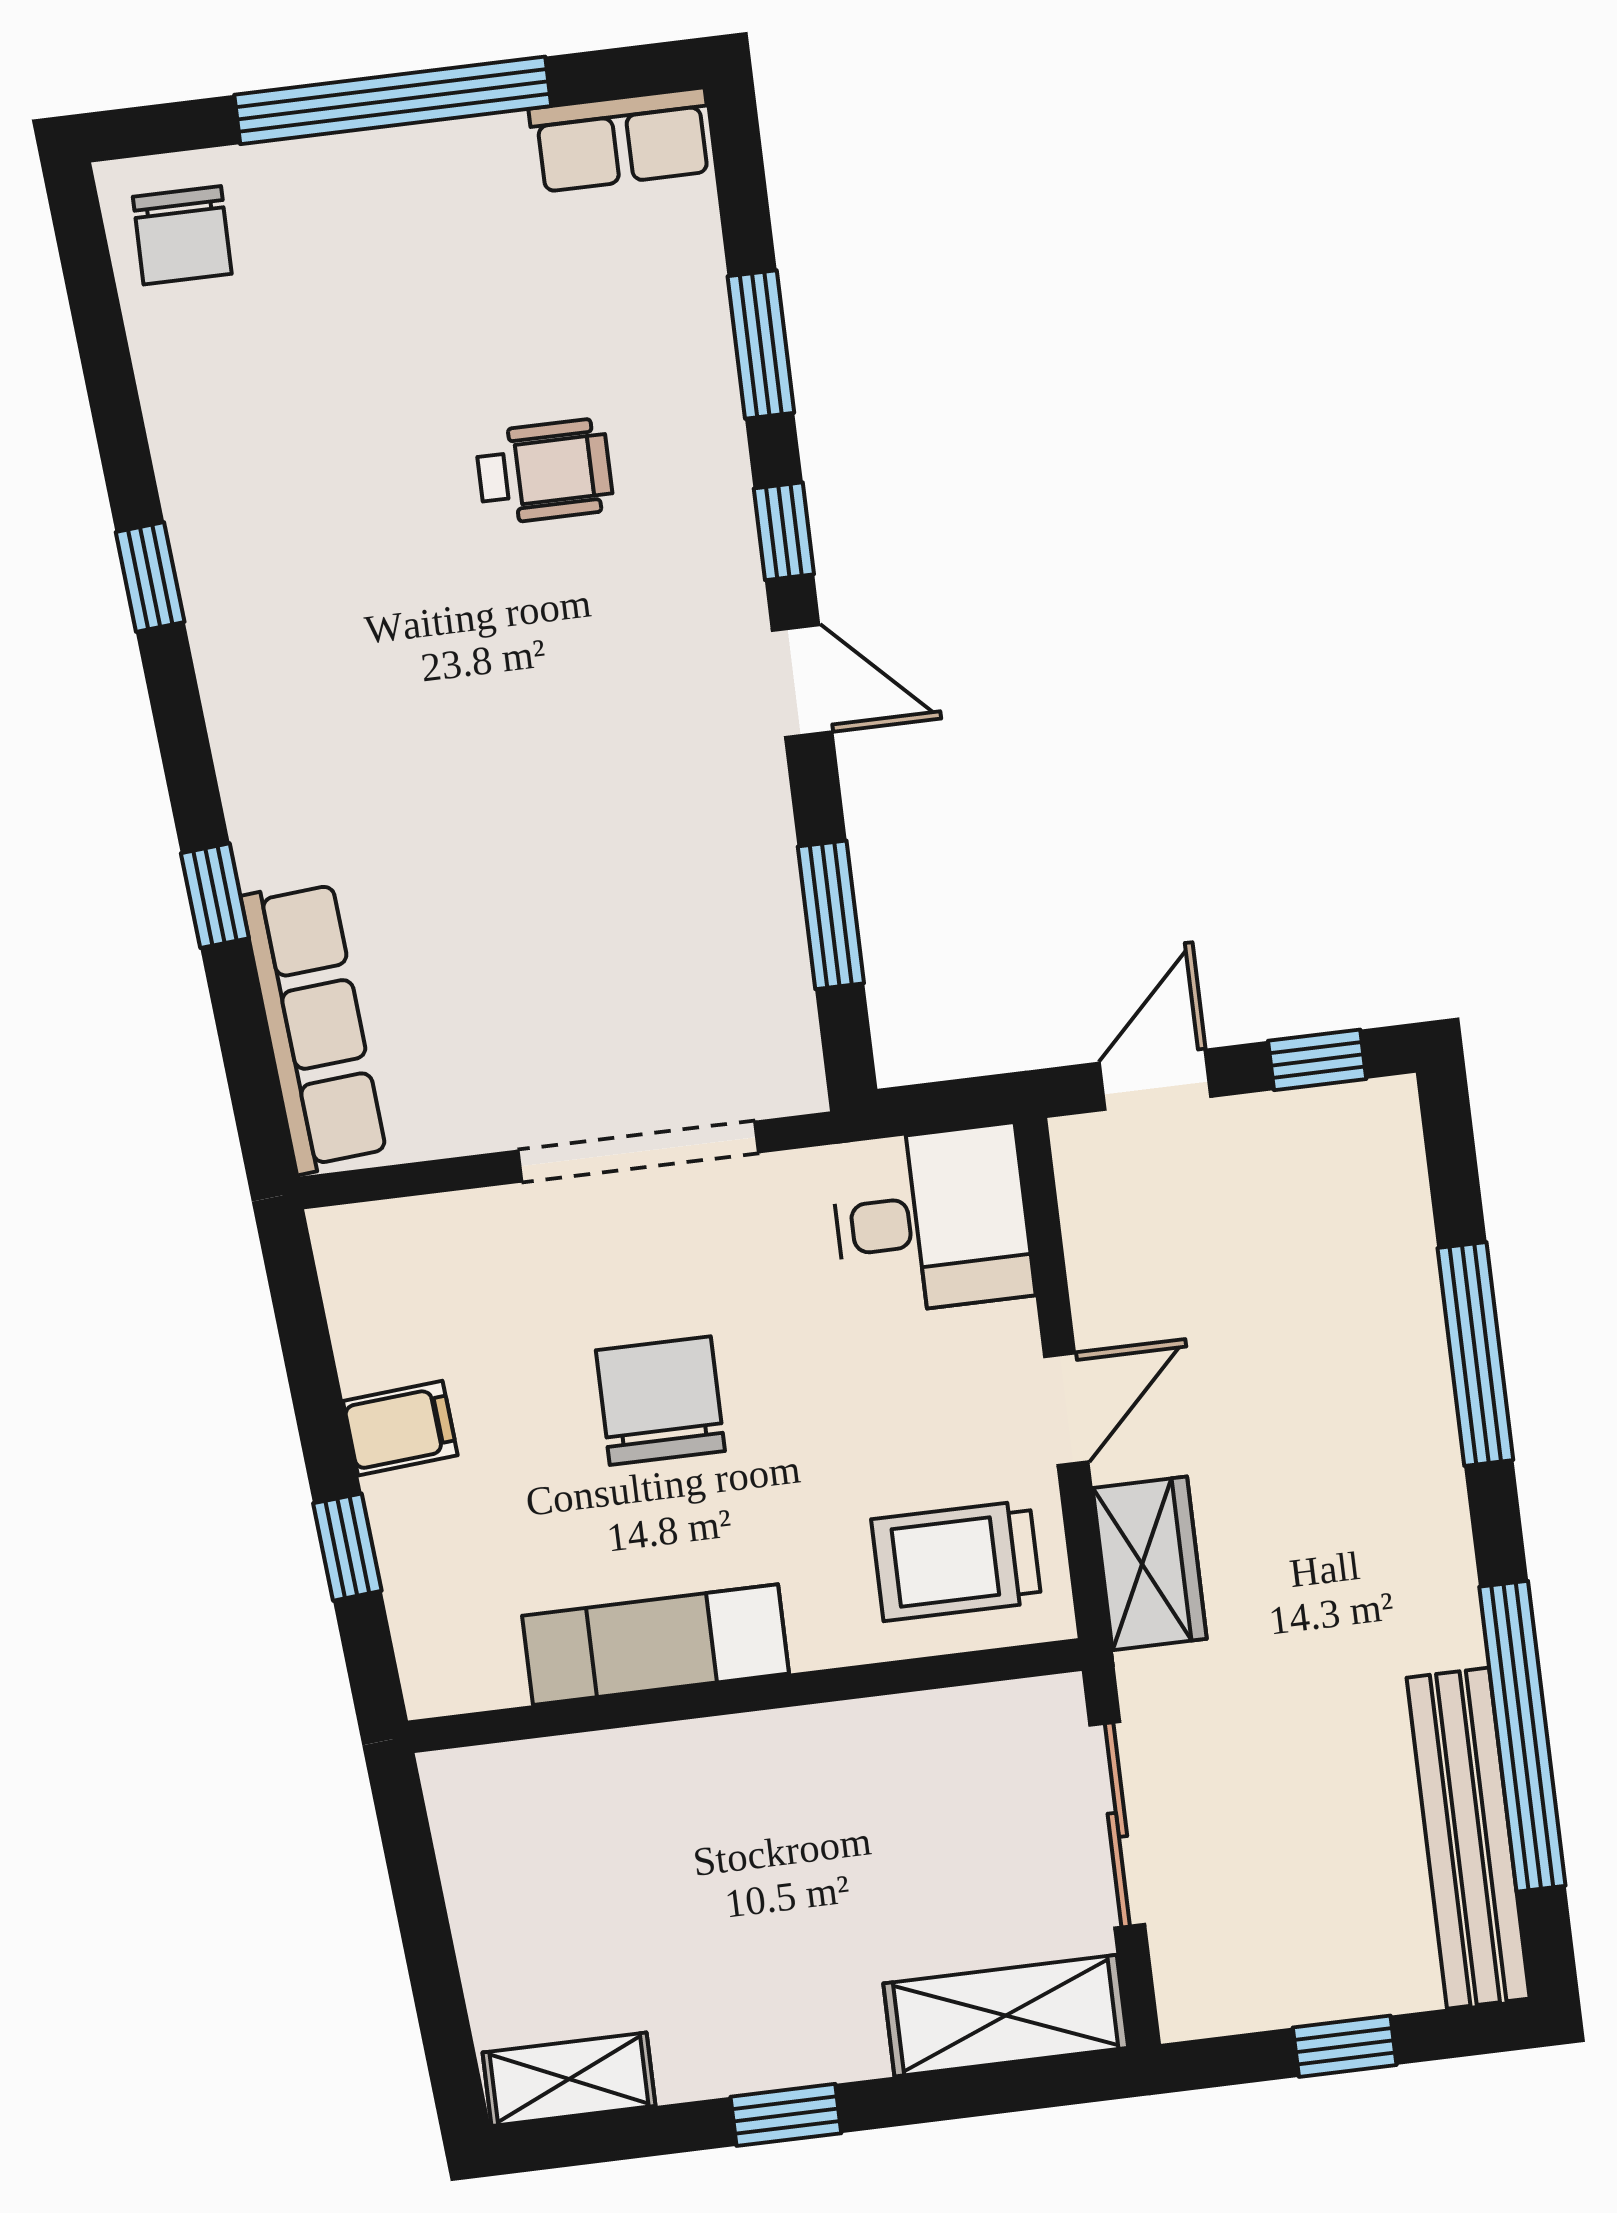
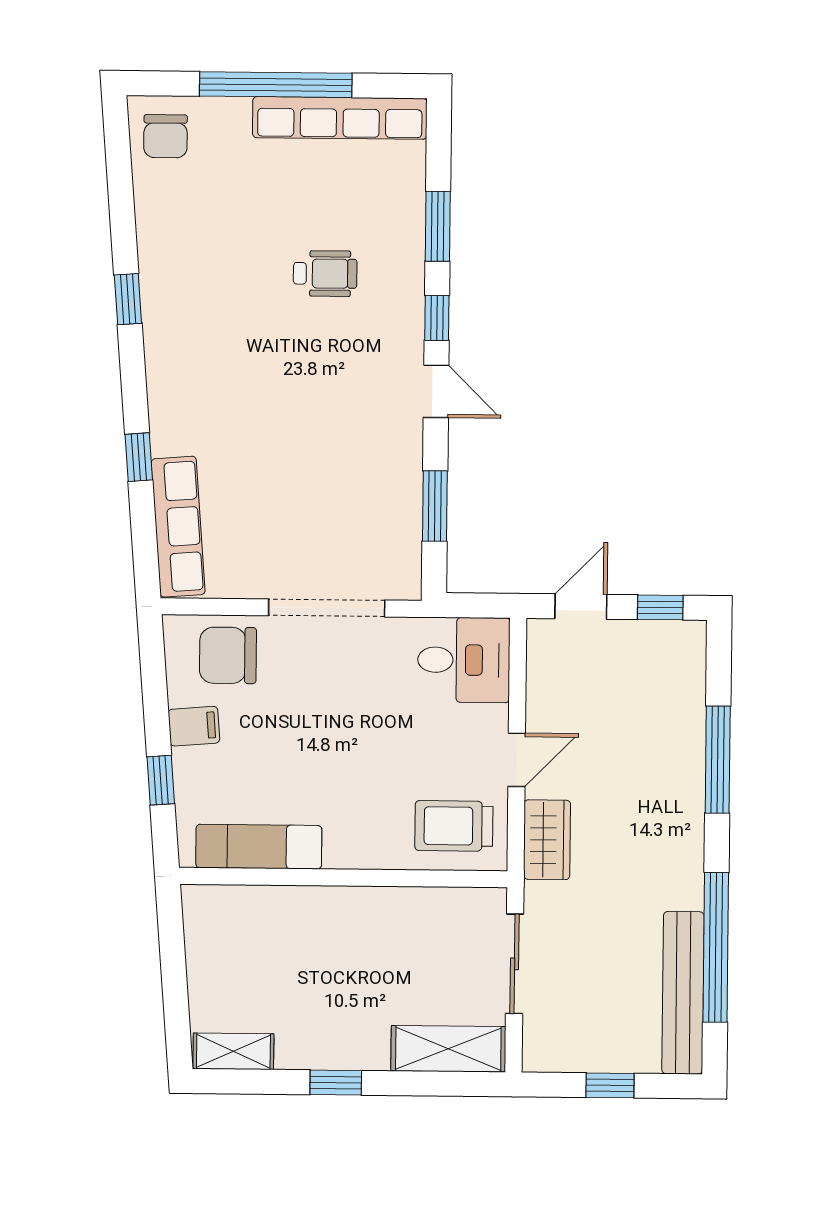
row of seats: (622, 140) -> (340, 118), width x2.02
chair: (660, 1401) -> (228, 655), moved, turned -90
exam couch: (655, 1645) -> (259, 847), moved

